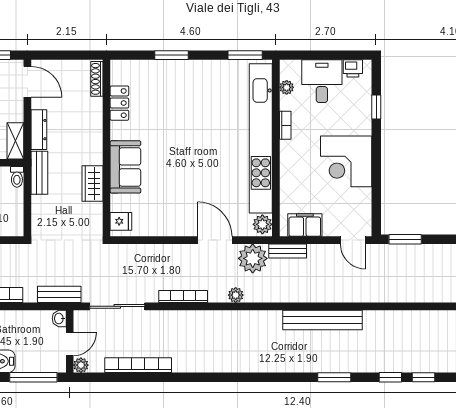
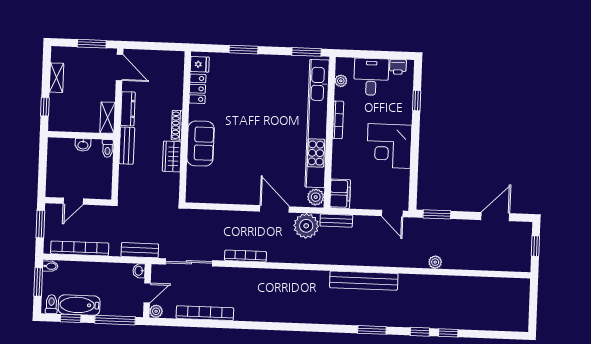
shoe rack: (97, 79) -> (177, 125), moved
bookcase: (285, 125) -> (338, 120), width x1.56
fridge: (121, 221) -> (200, 64), moved
filing cabinet: (305, 225) -> (340, 194), moved, turned 90
plant: (236, 295) -> (435, 262), moved

